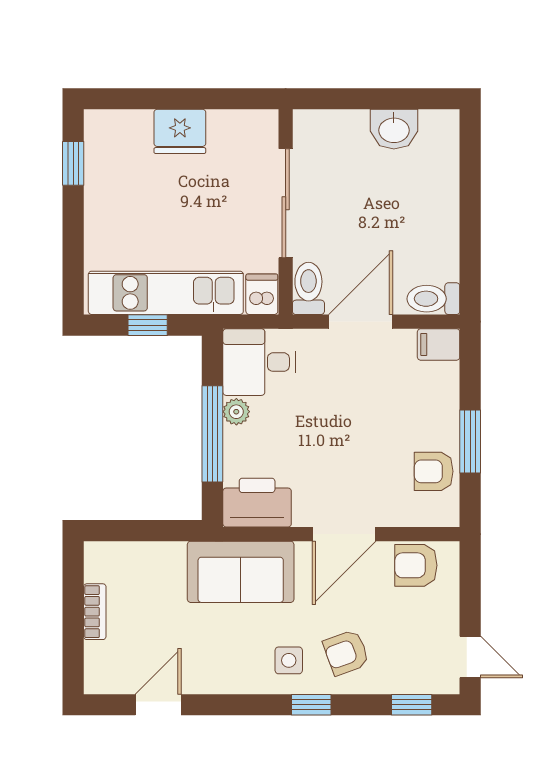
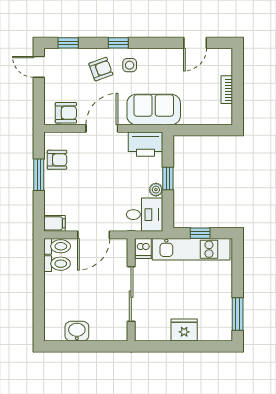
window: (73, 163) -> (238, 314), width x1.50
toilet: (308, 288) -> (57, 264), moved, turned -90
window: (212, 434) -> (168, 179), width x0.46

